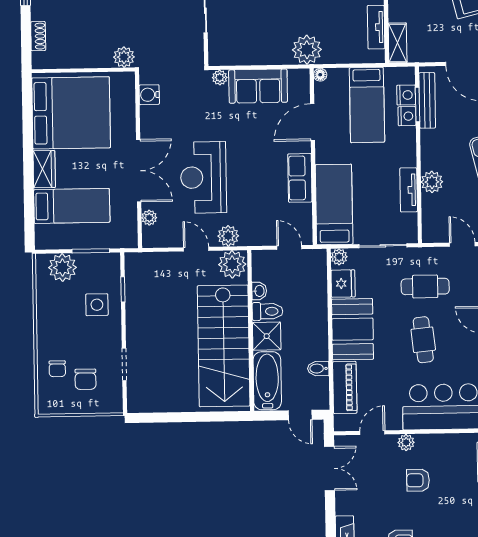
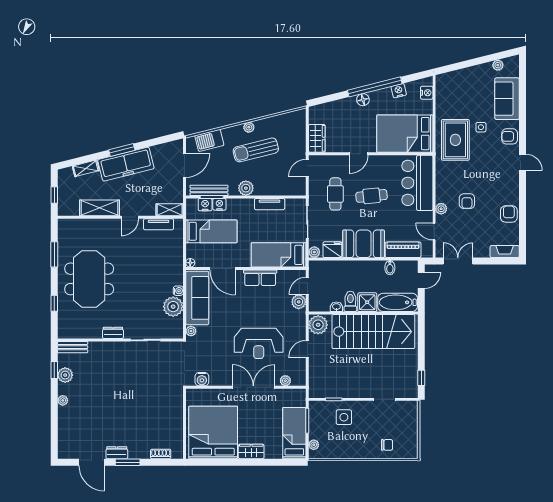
plant: (307, 50) -> (173, 307), moved
plant: (124, 57) -> (176, 396), removed
water cooler: (279, 58) -> (178, 291), added
sofa: (258, 86) -> (197, 298), width x1.36
plant: (432, 182) -> (246, 188), moved
bed: (72, 206) -> (294, 433), moved
plant: (228, 236) -> (299, 302), moved
plant: (62, 268) -> (314, 445), width x0.53, depth x0.53
chair: (86, 379) -> (394, 426), removed
window: (157, 418) -> (421, 378), added

